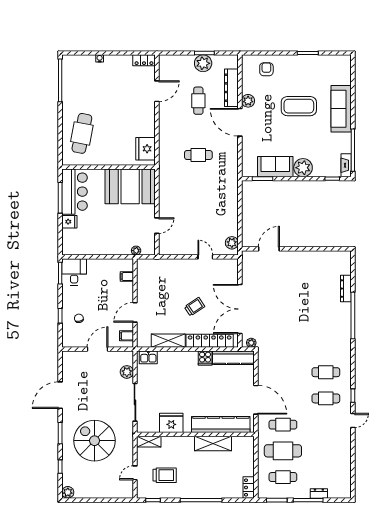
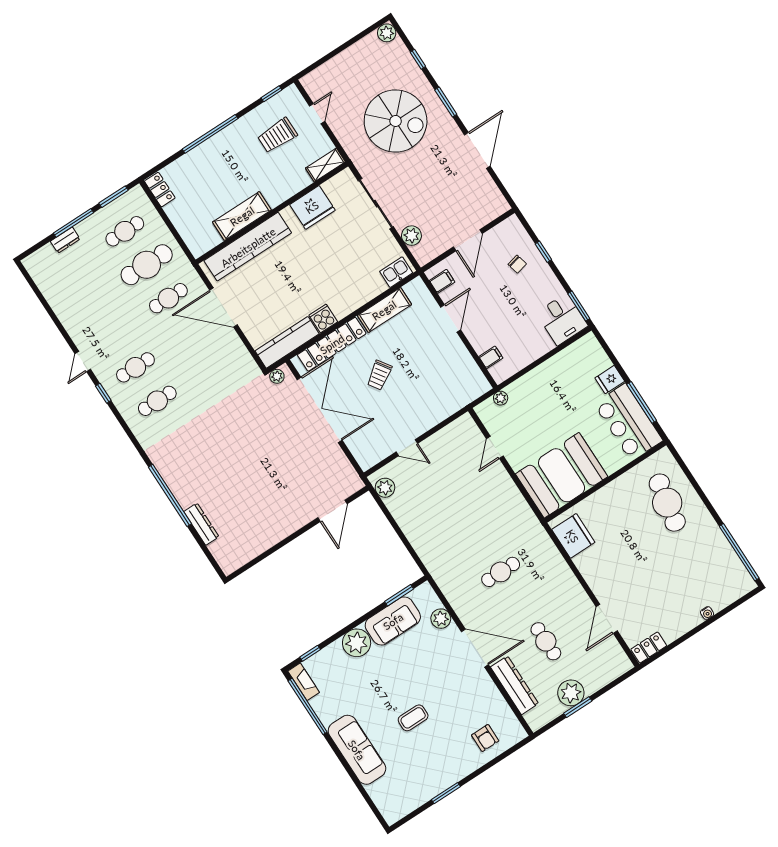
plant: (248, 101) -> (441, 619), moved
coffee table: (299, 106) -> (413, 718), width x0.54, depth x0.58

